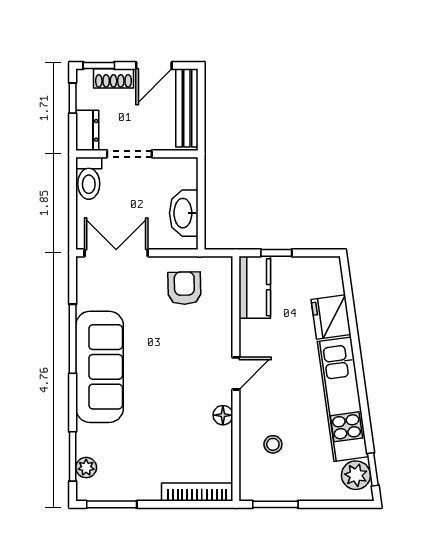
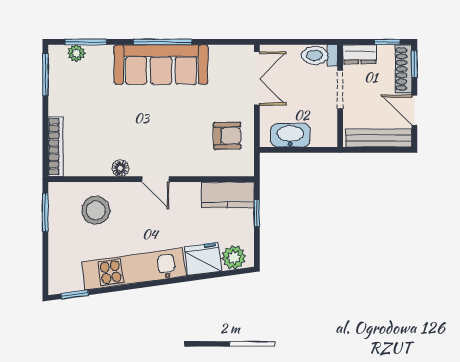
shoe rack: (113, 78) -> (404, 69), width x1.43
window: (73, 339) -> (163, 42), moved
stool: (273, 444) -> (96, 210), width x1.89, depth x1.89
plant: (356, 475) -> (234, 257), moved

